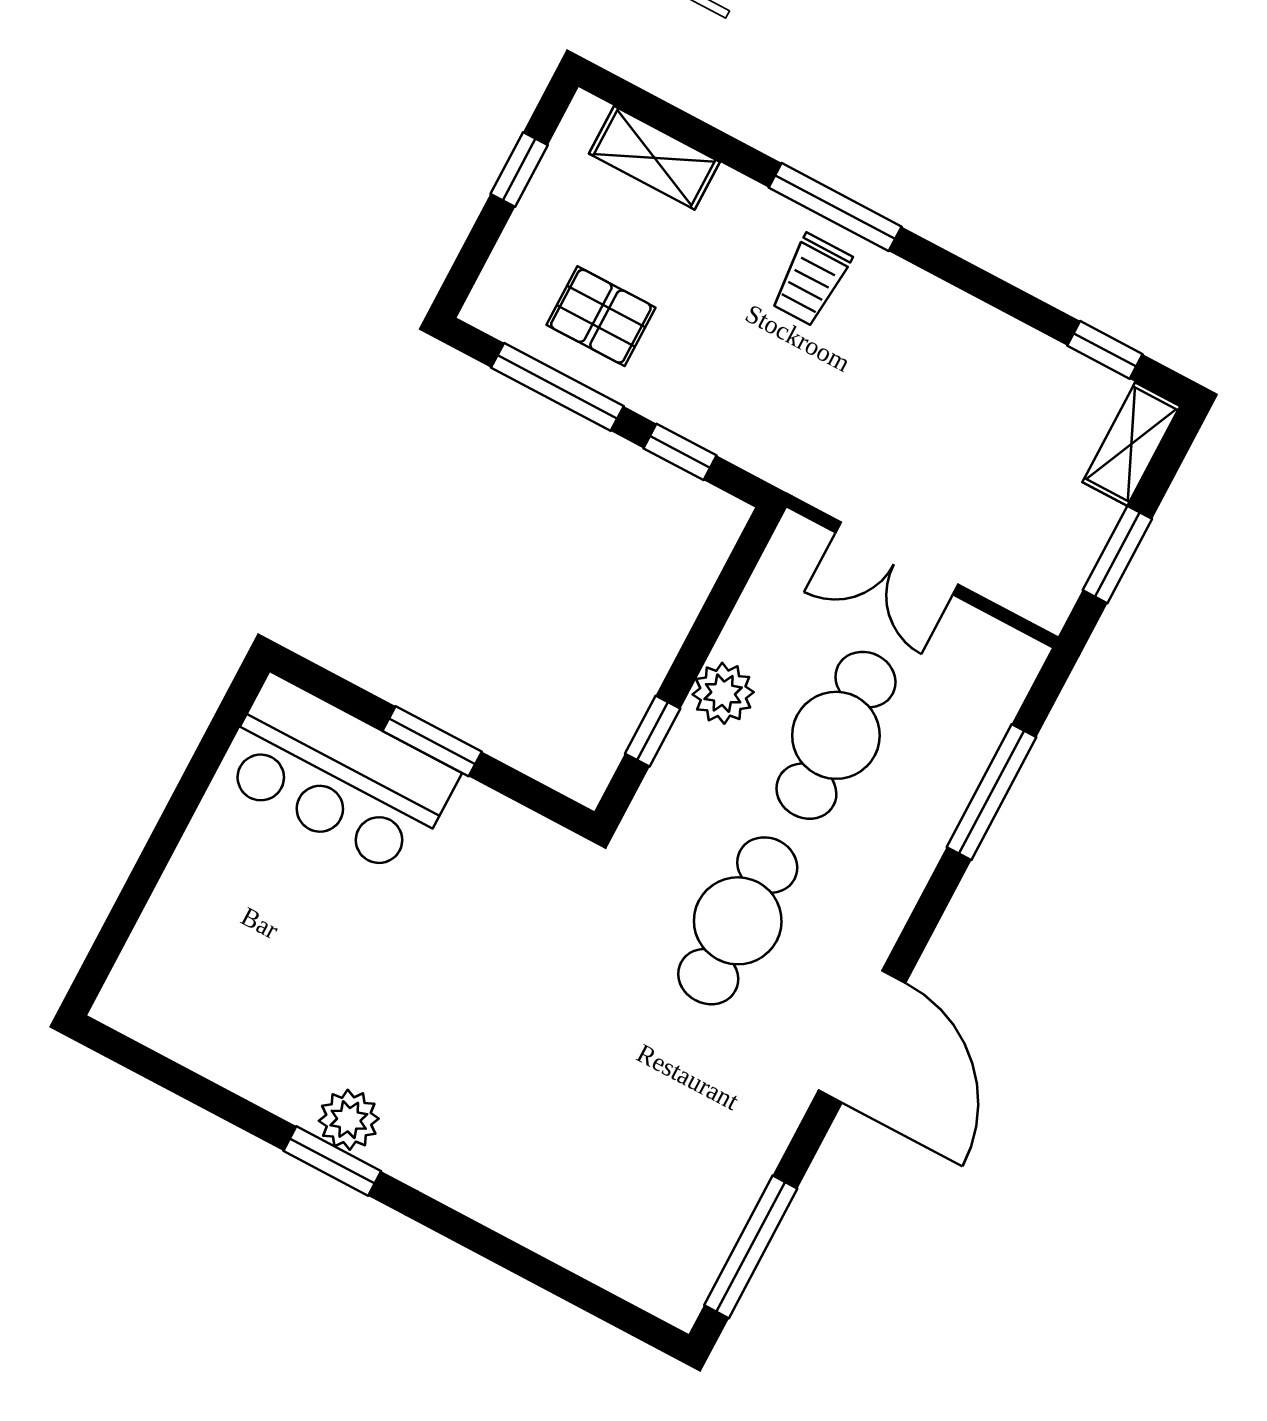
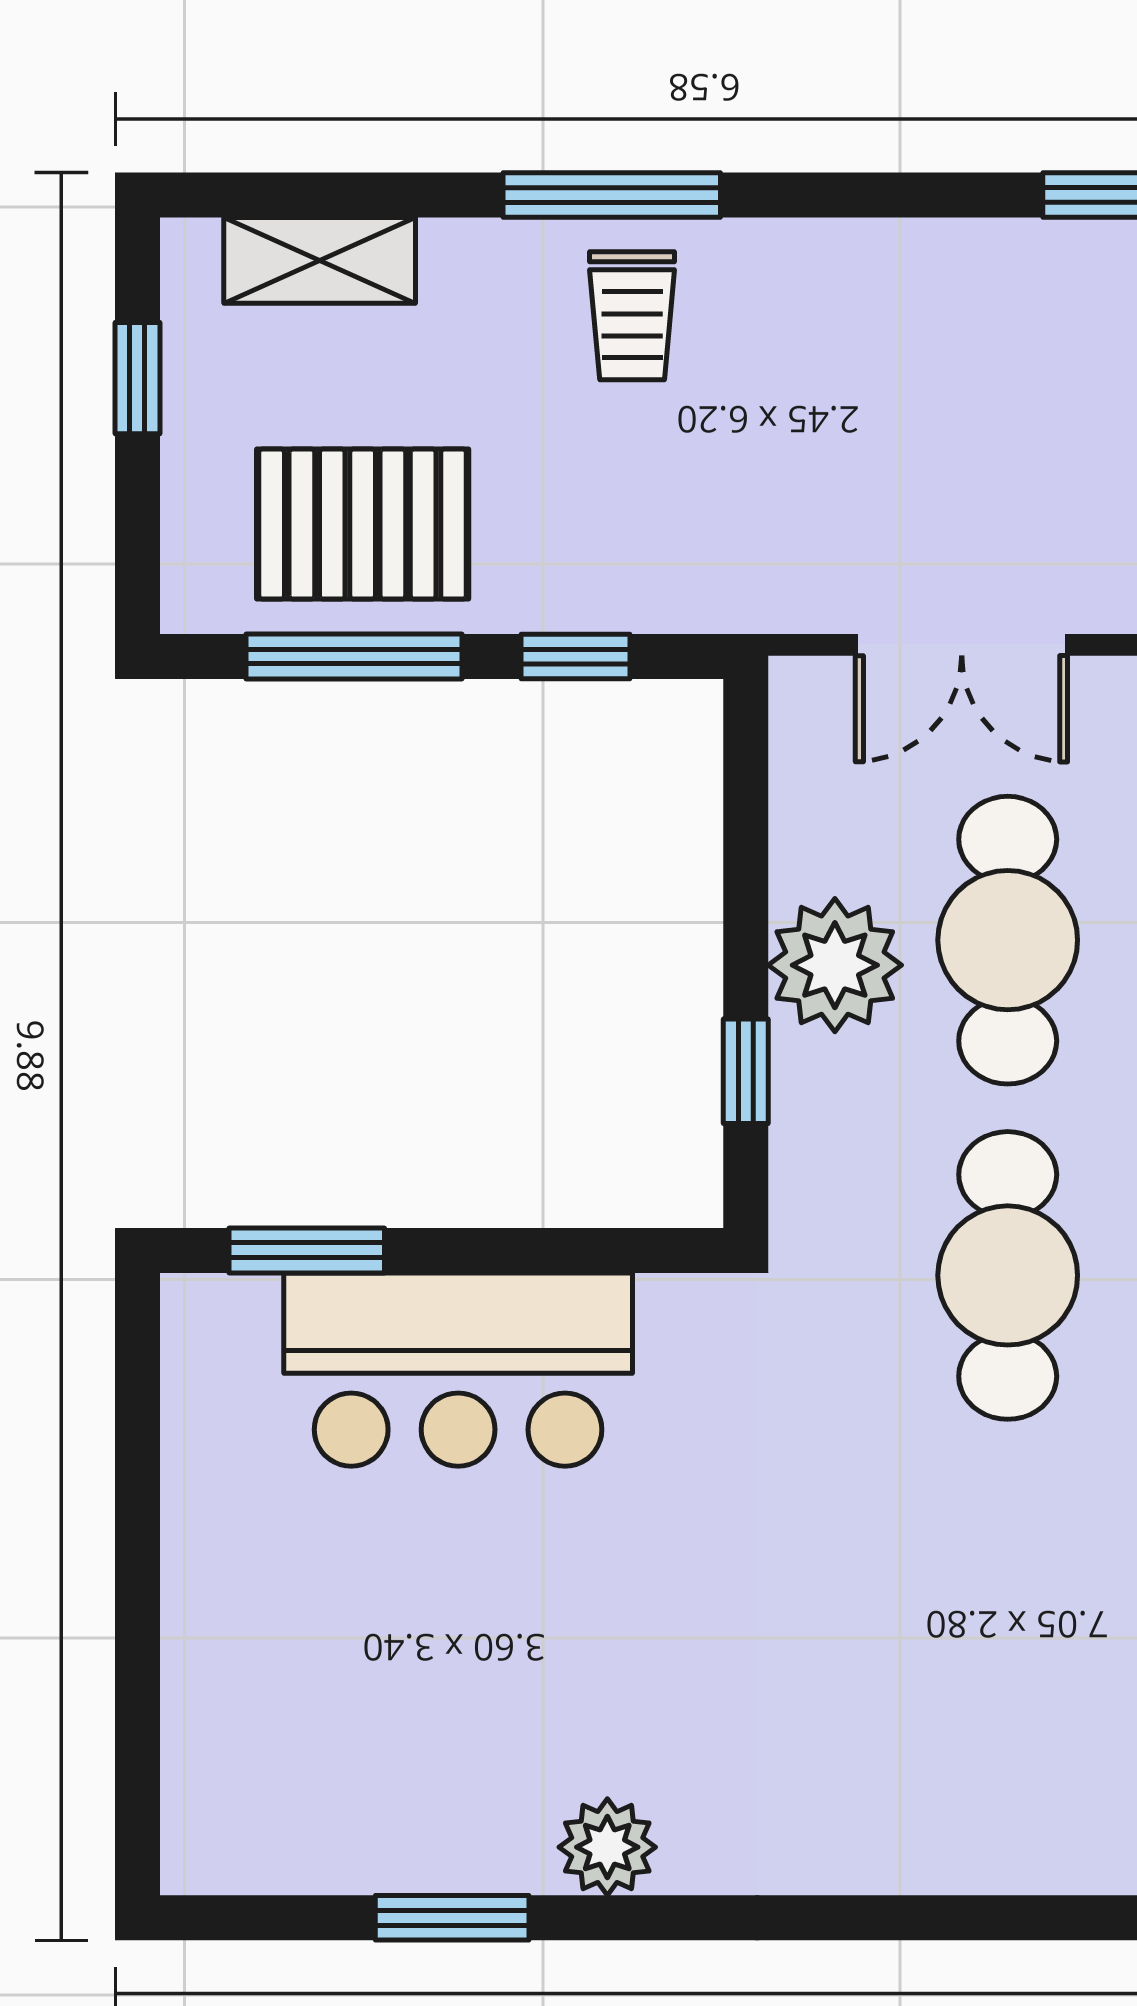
pallet: (601, 316) -> (363, 524), width x1.50, depth x1.42
plant: (723, 693) -> (835, 965), width x1.36, depth x1.36
window: (432, 741) -> (307, 1250), moved
bar counter: (337, 776) -> (458, 1370), moved
window: (332, 1161) -> (452, 1918), moved

